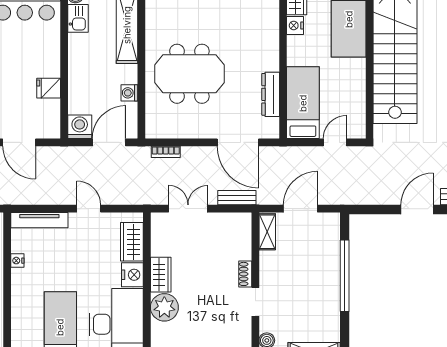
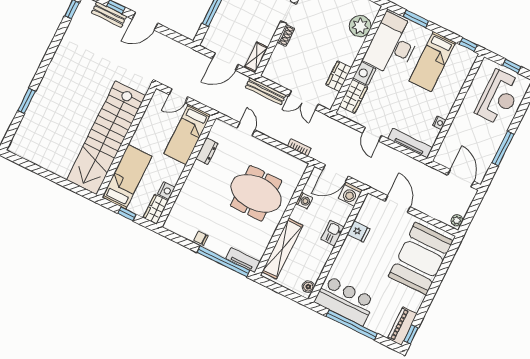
kitchen sink: (78, 18) -> (332, 233), moved
dresser: (271, 94) -> (207, 151), width x0.70
door: (238, 142) -> (246, 129), width x0.53
bench: (237, 198) -> (266, 91), width x1.36
wardrobe: (161, 275) -> (339, 76), moved
plant: (164, 307) -> (360, 26), moved

